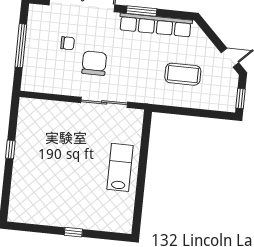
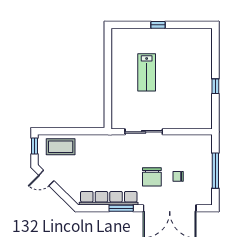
chair: (94, 63) -> (152, 177), moved
coffee table: (183, 74) -> (61, 147), moved
lab bench: (120, 167) -> (147, 72), moved

